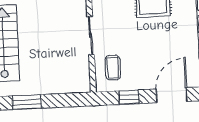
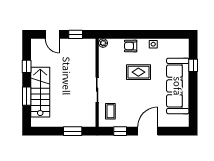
window: (27, 102) -> (73, 131), moved

